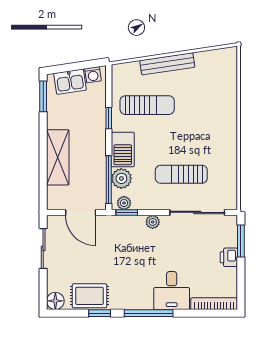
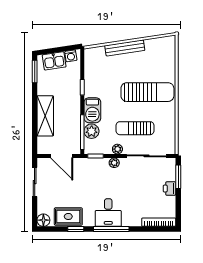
sun lounger: (147, 105) -> (147, 92), moved, width x1.36, depth x1.34
plant: (124, 203) -> (117, 149), moved
desk: (172, 290) -> (108, 213), moved

